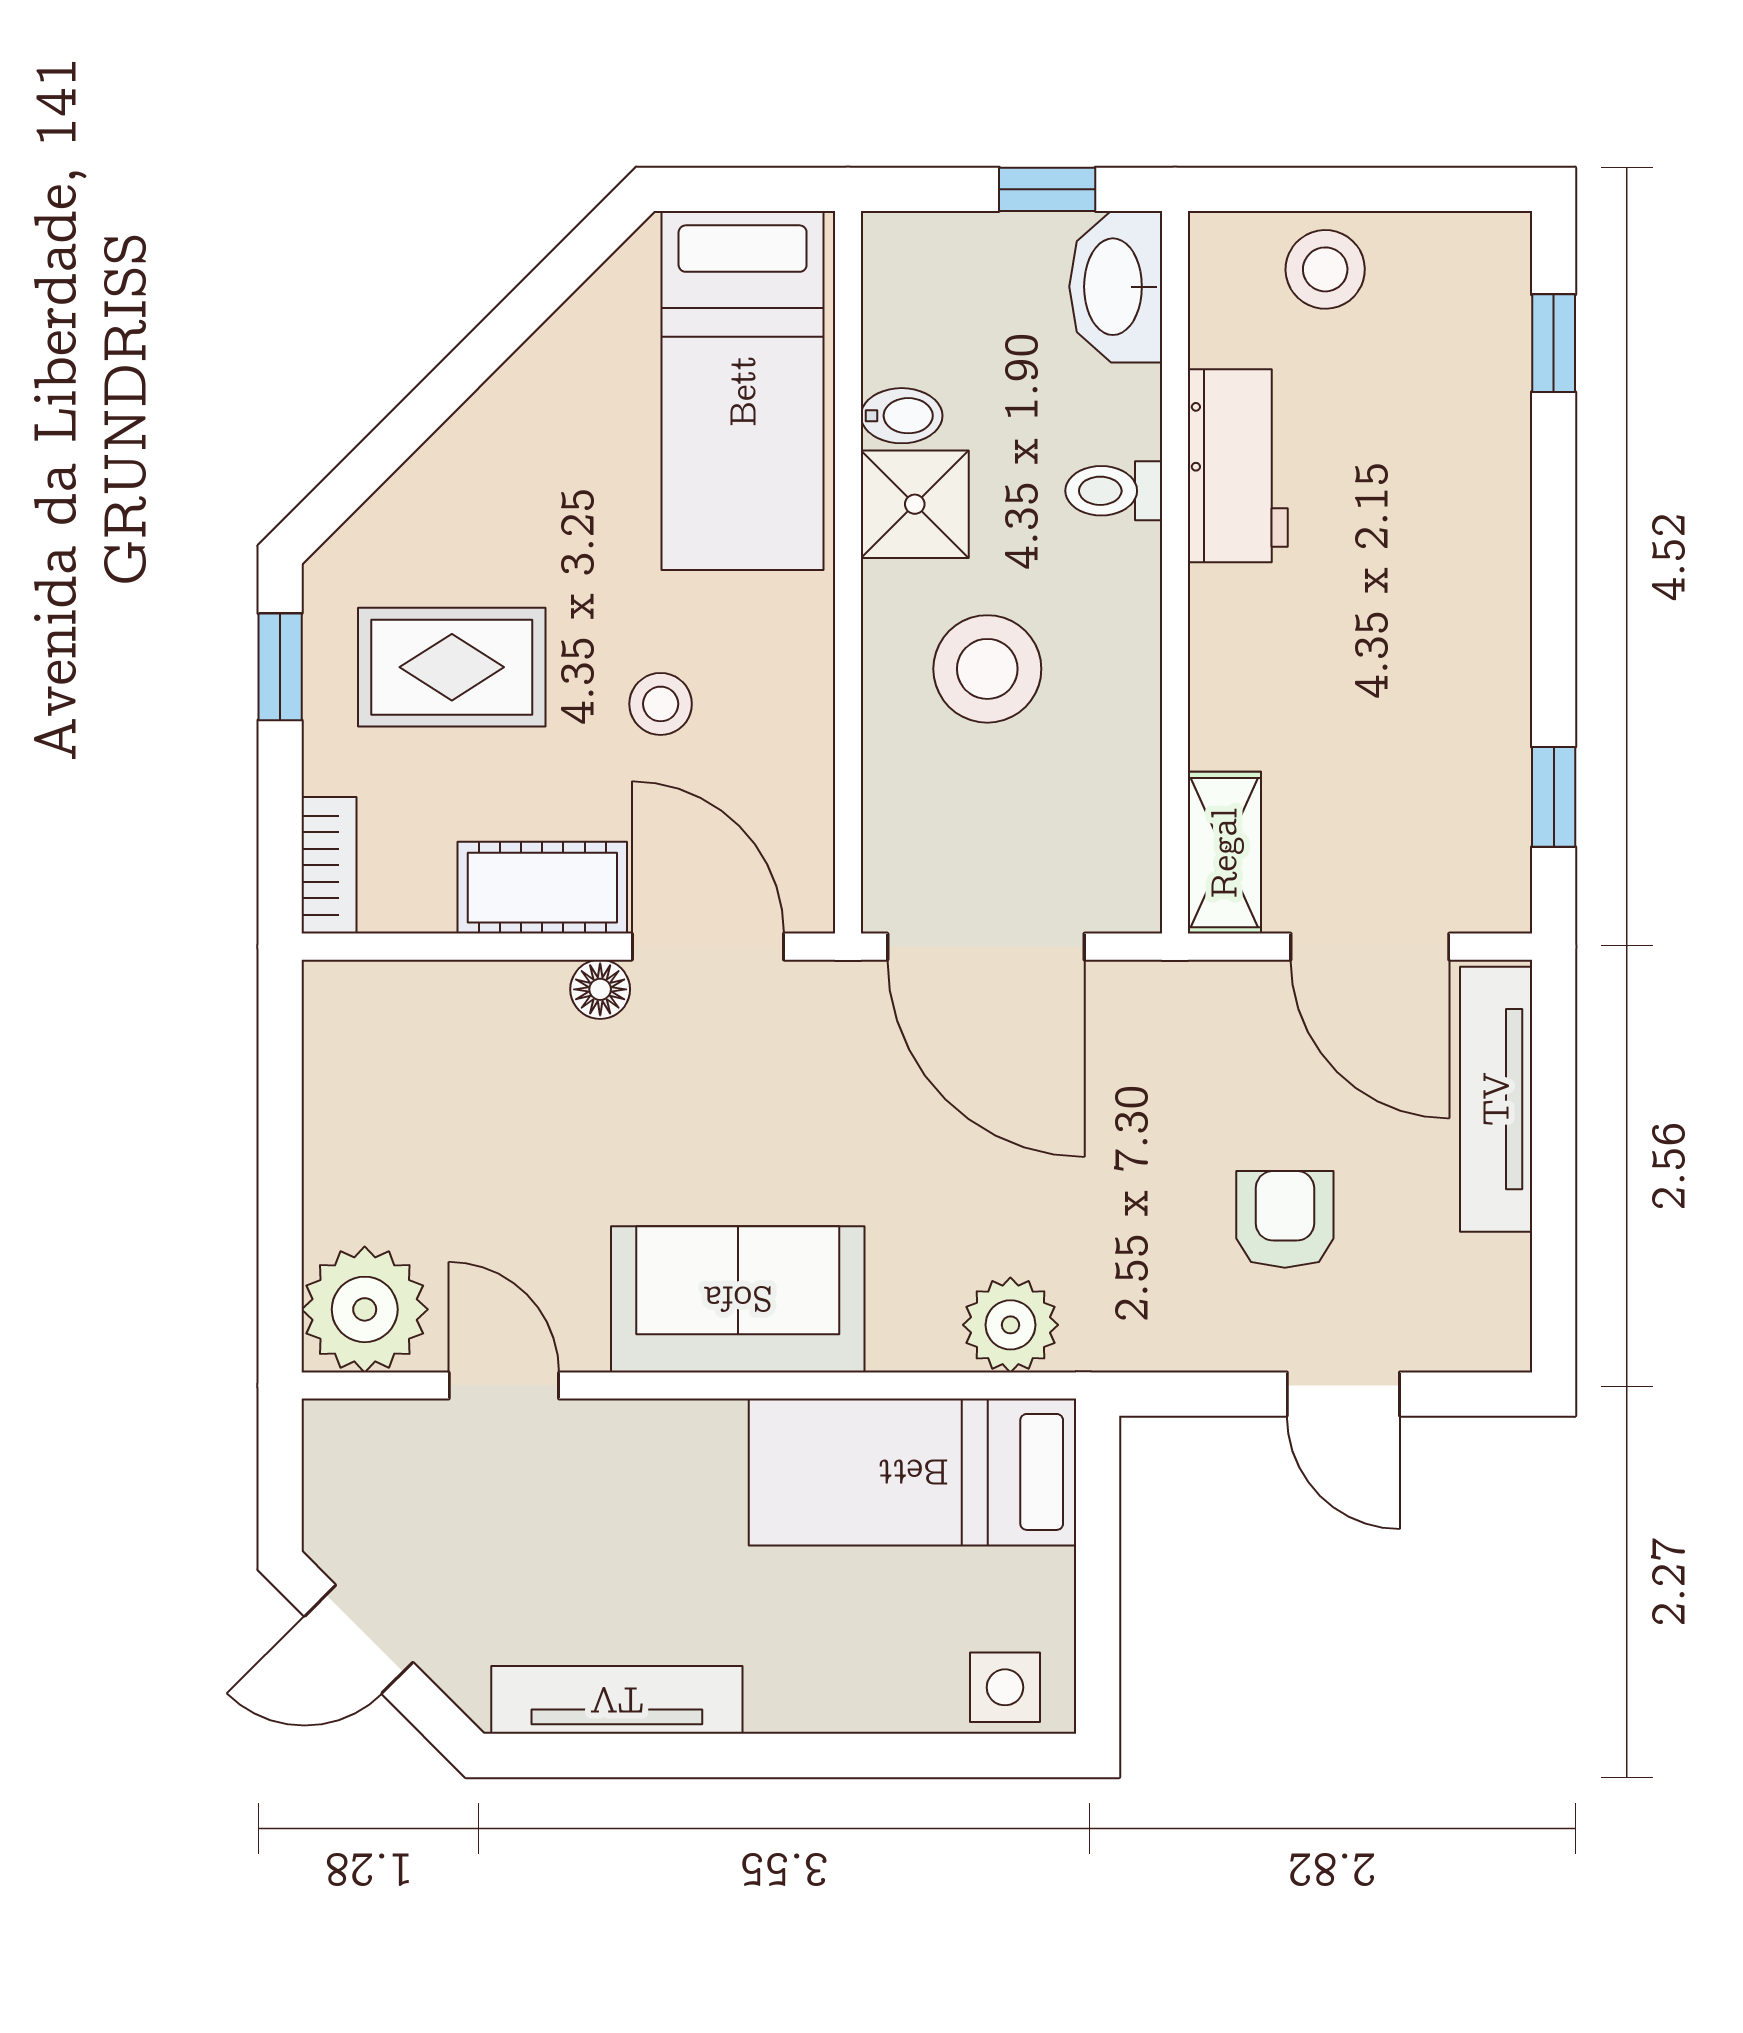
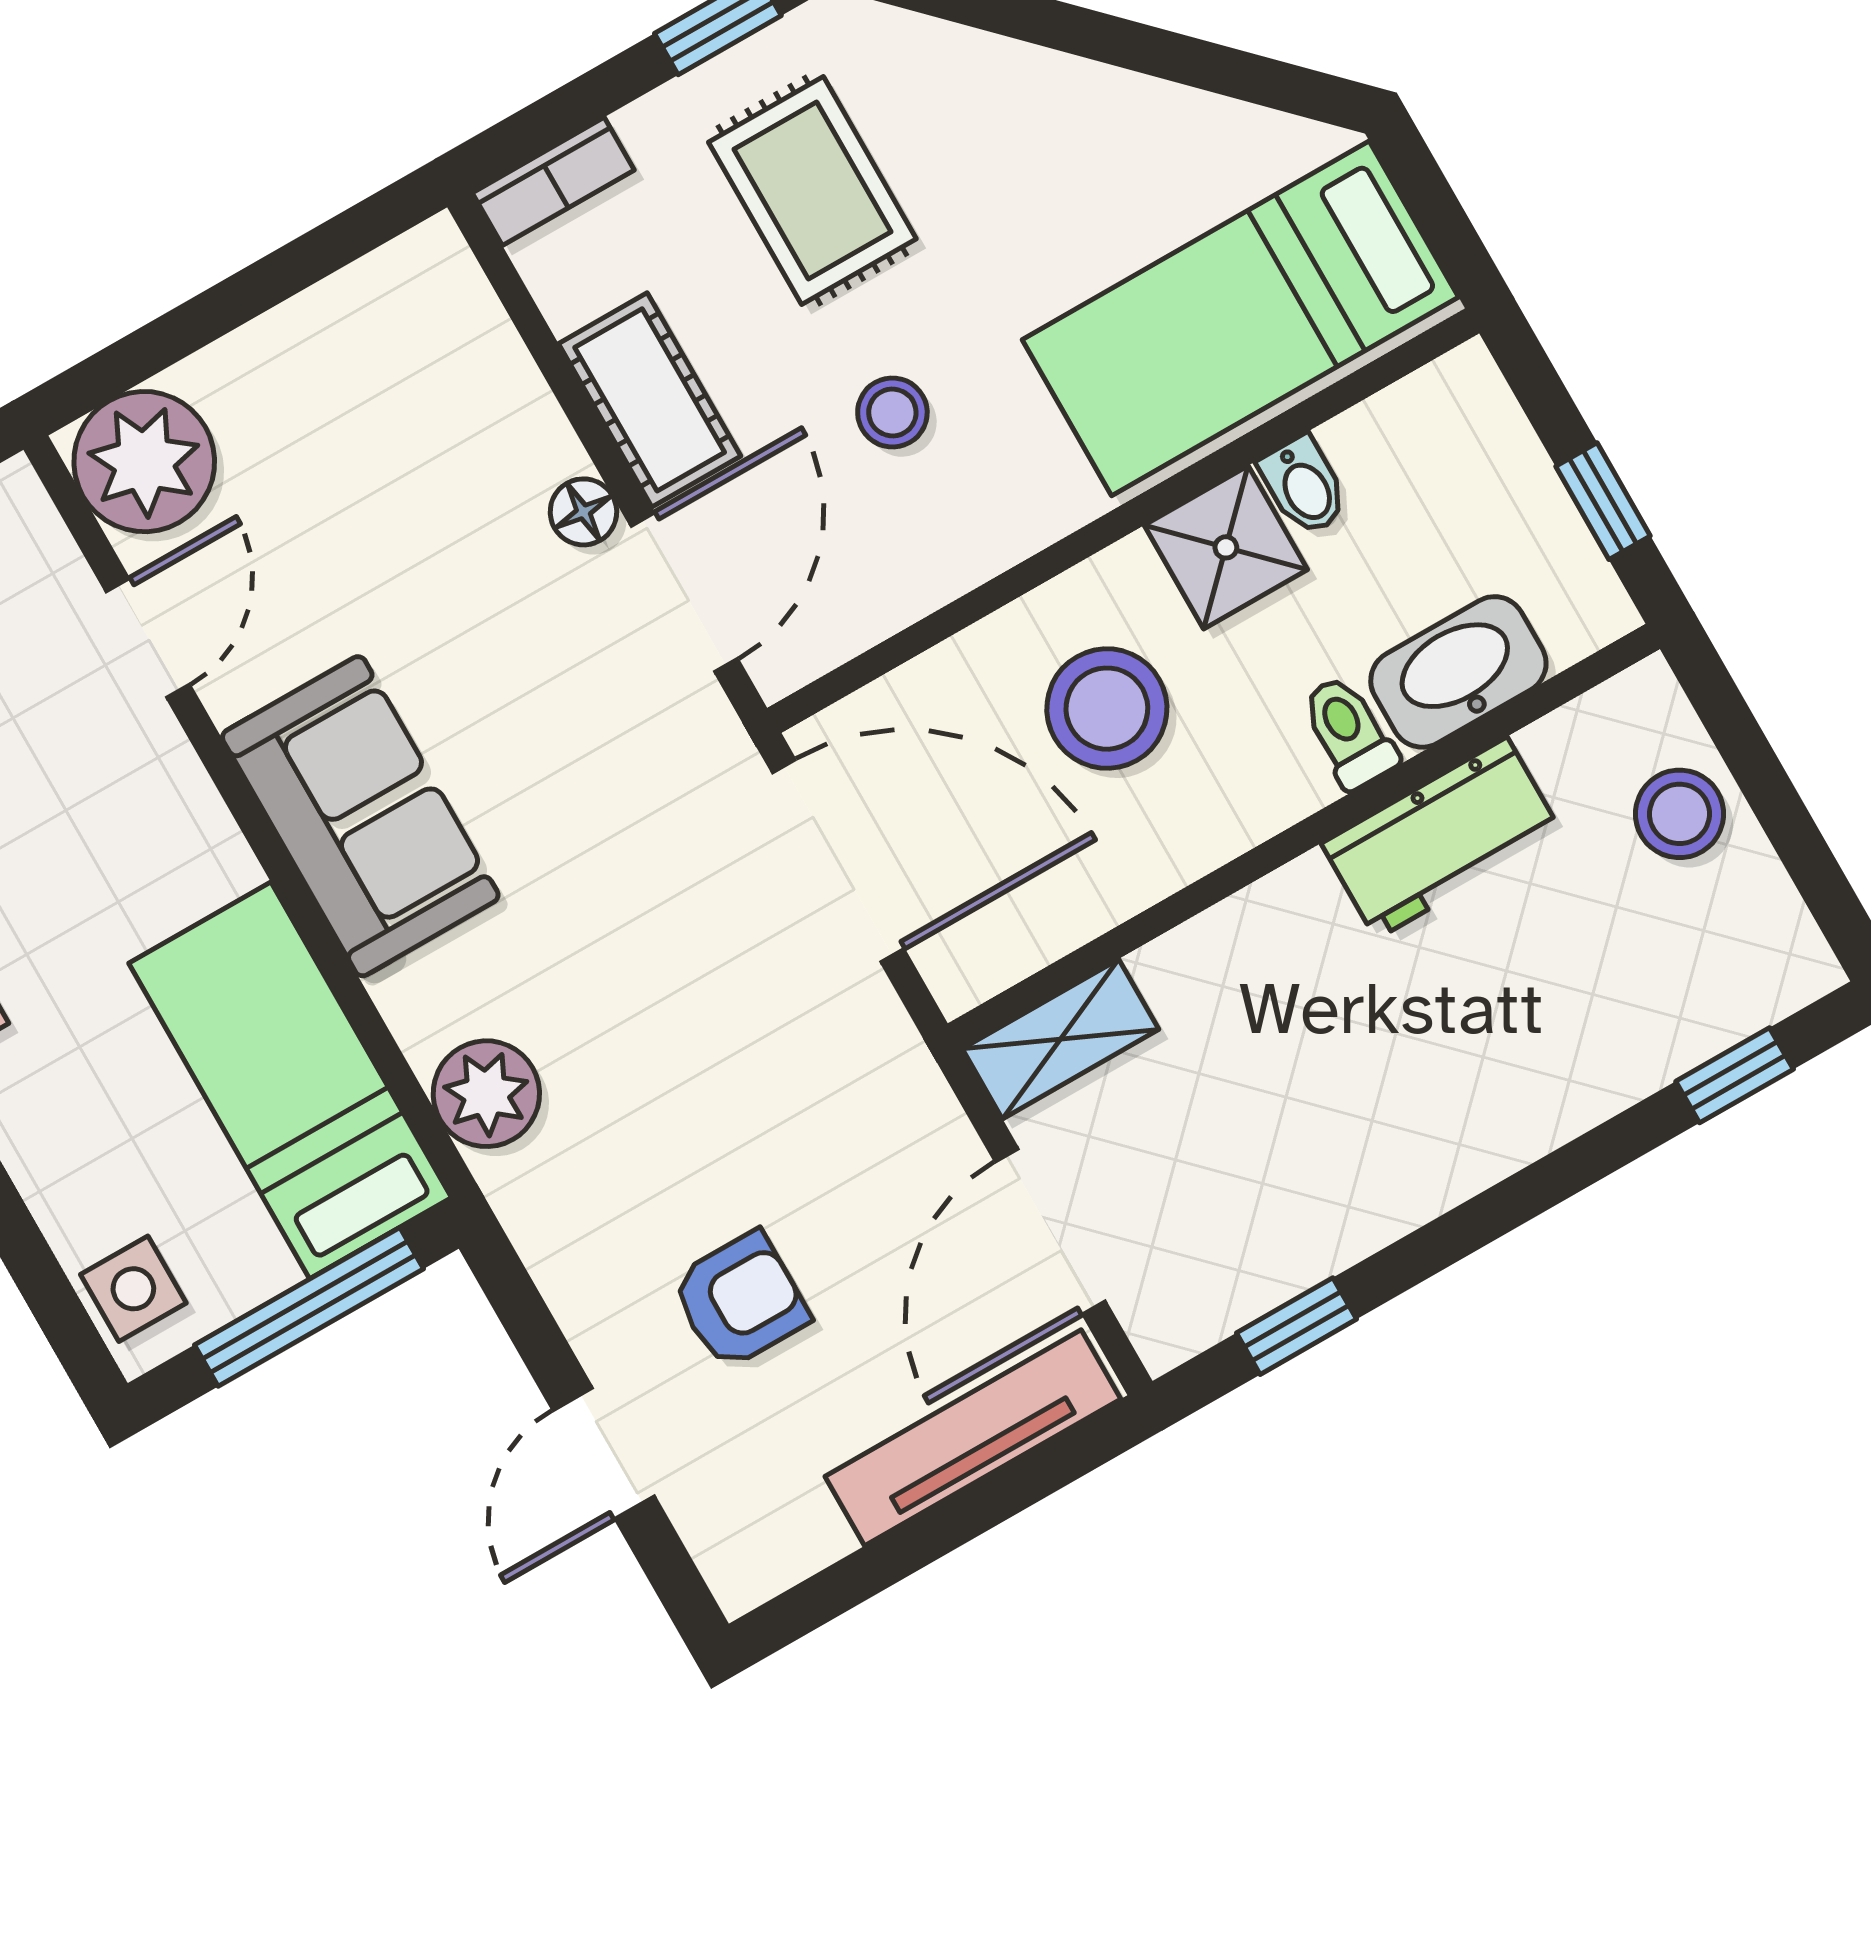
washbasin: (1116, 287) -> (1458, 672), moved
door: (986, 947) -> (838, 861), swing flipped
window: (1098, 1558) -> (309, 1307), added

